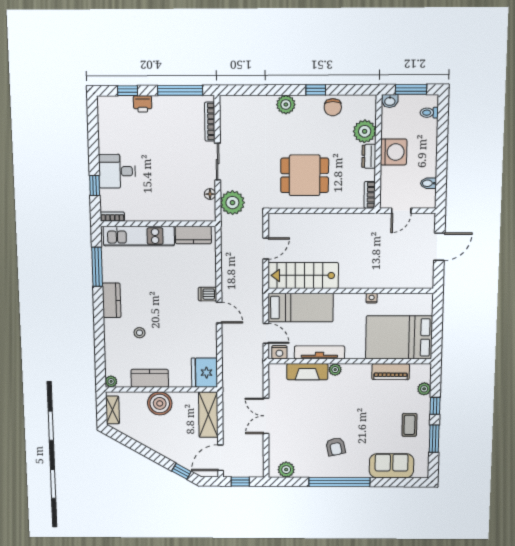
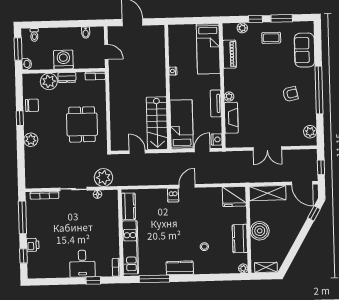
bed: (399, 337) -> (208, 49), width x0.67
tv unit: (319, 352) -> (216, 103), width x0.71

